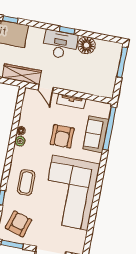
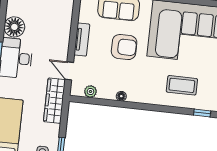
door: (46, 89) -> (69, 71), swing flipped
plant: (20, 141) -> (90, 92), moved

